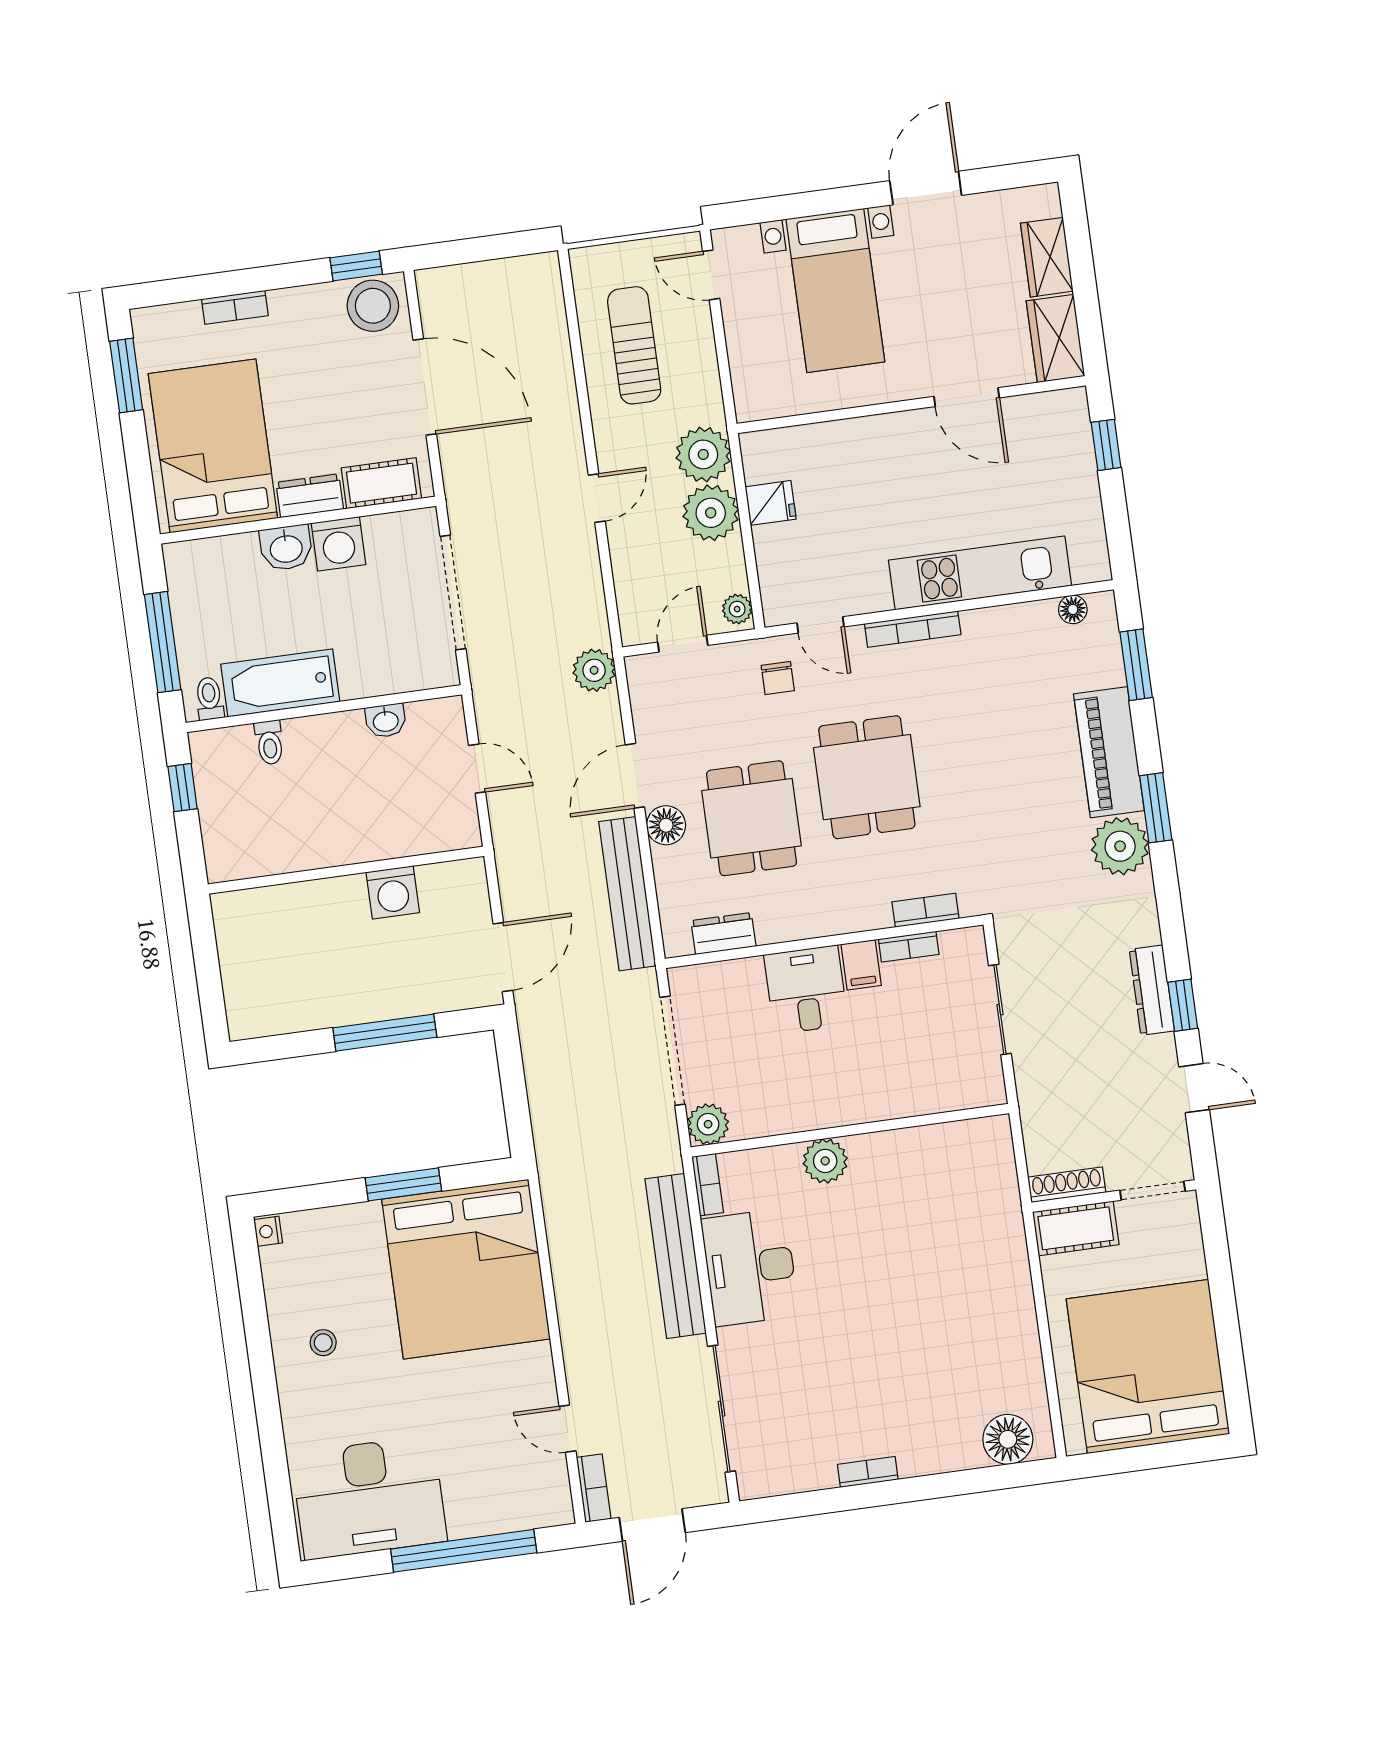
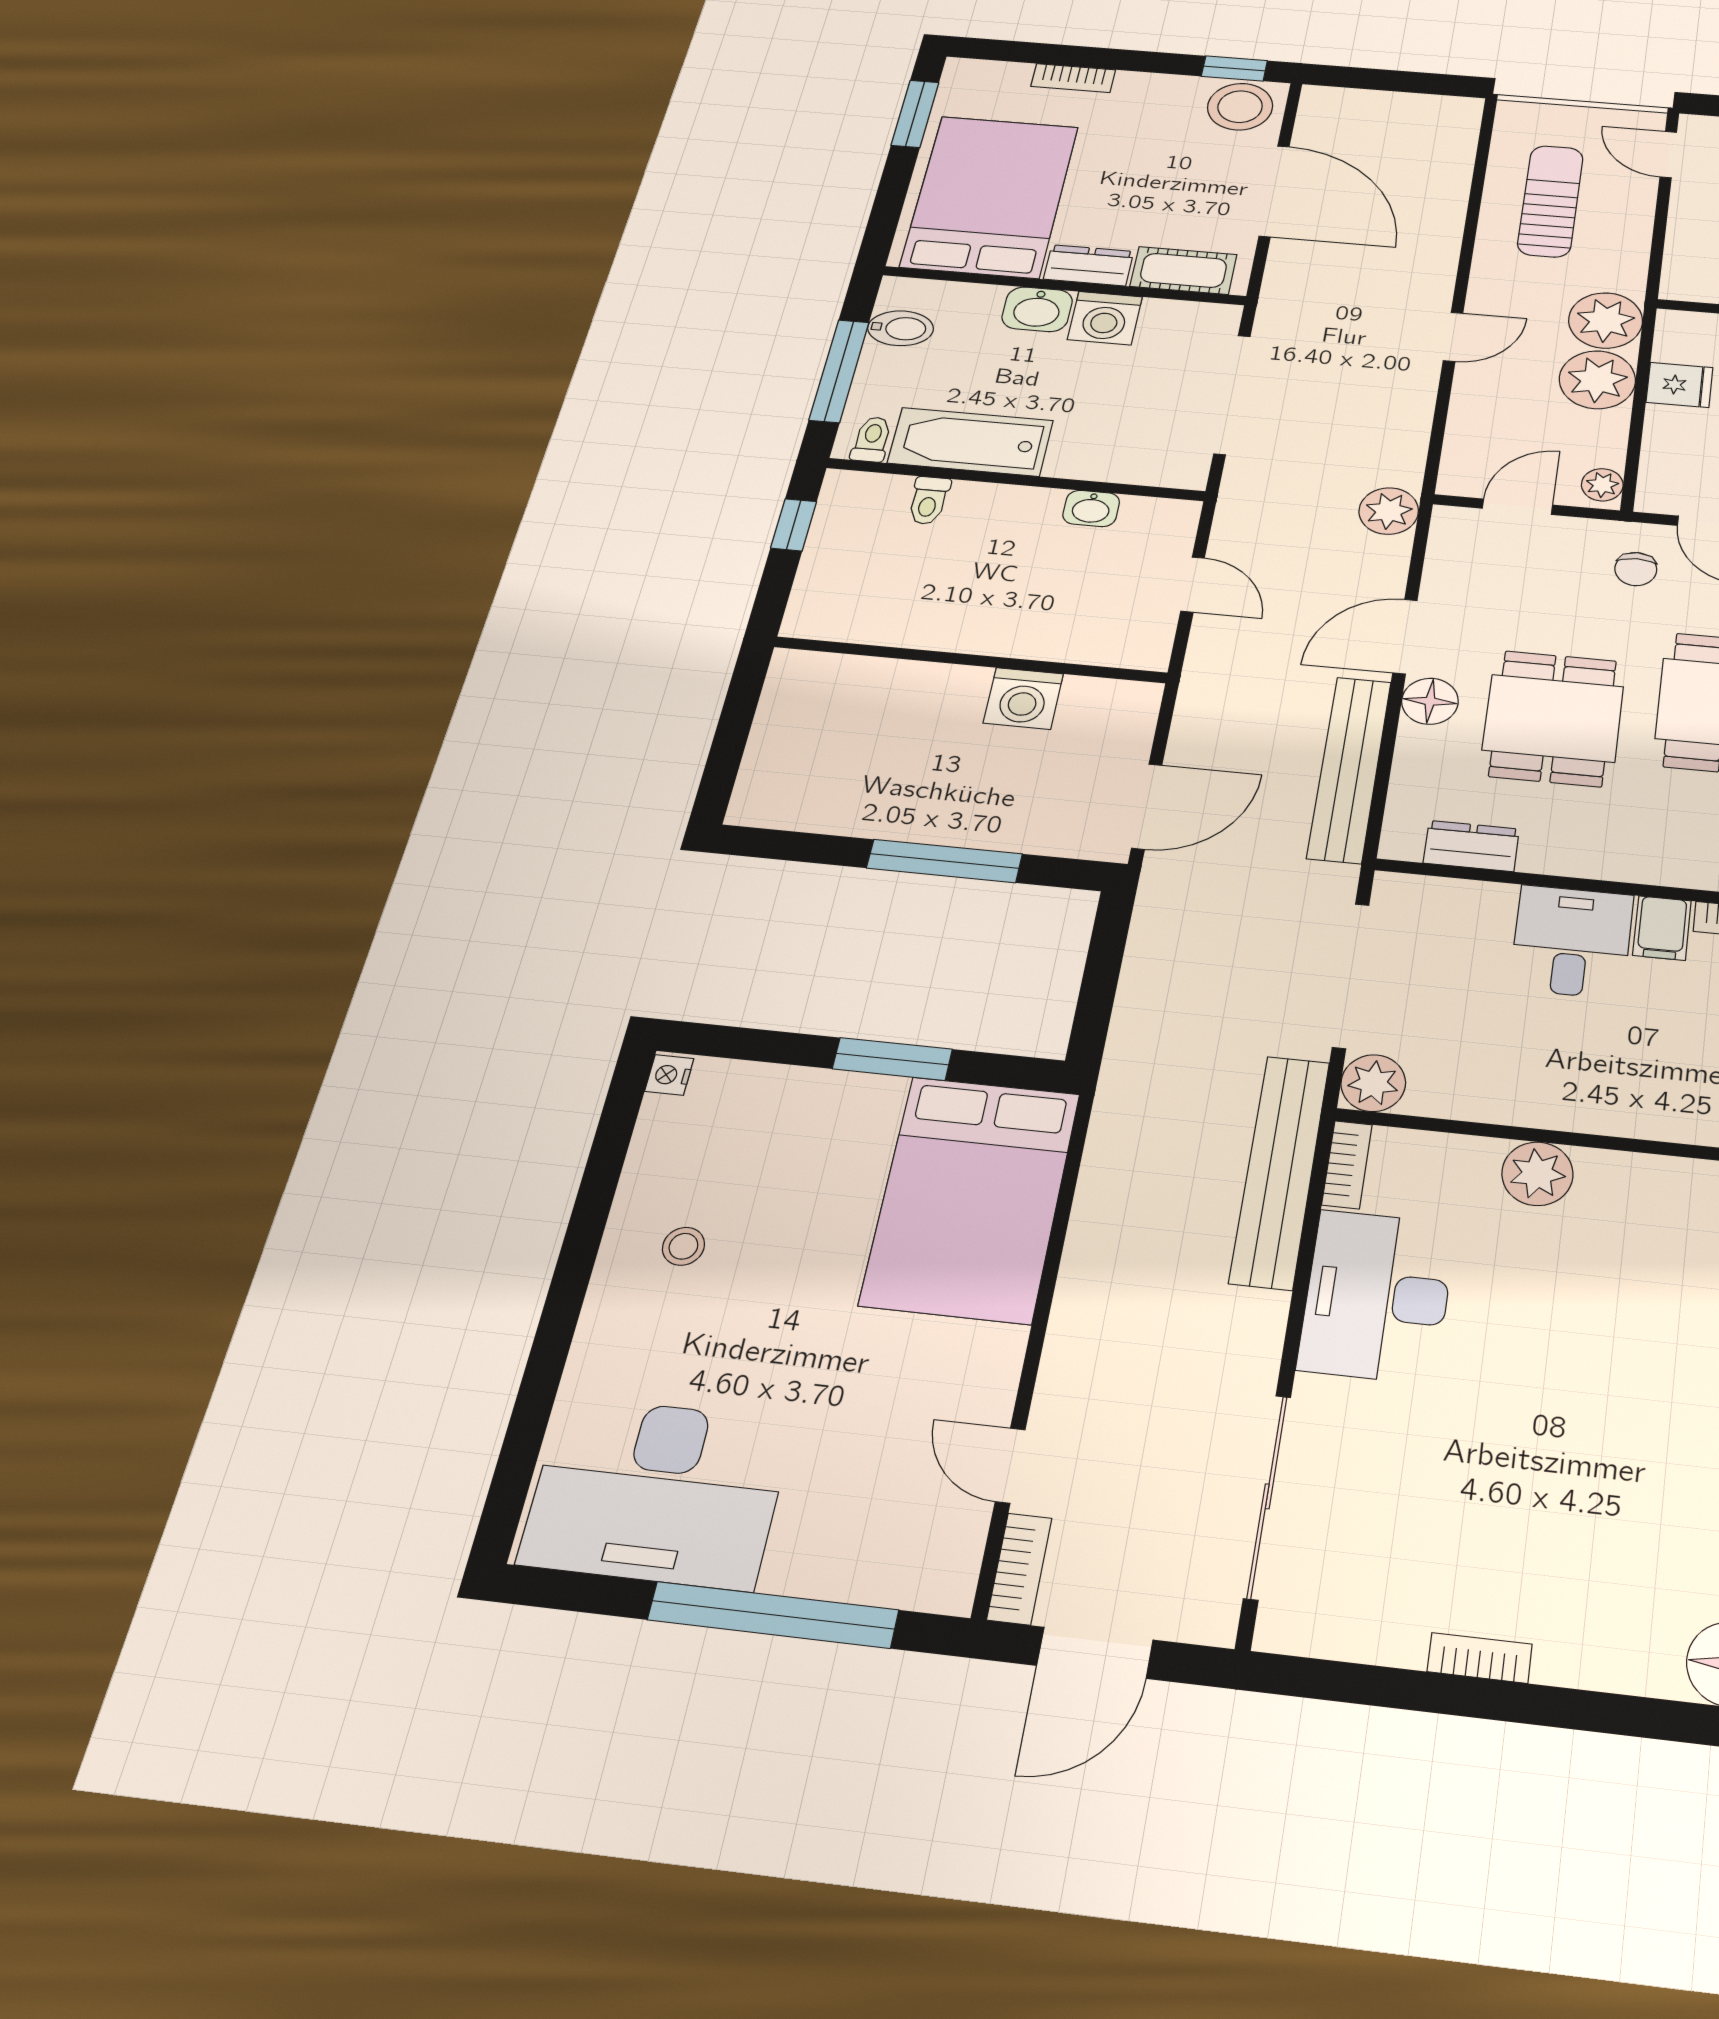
bidet: (193, 591) -> (901, 328), added
bench: (676, 1256) -> (1280, 1171), moved
bed: (466, 1269) -> (971, 1198), width x0.73

